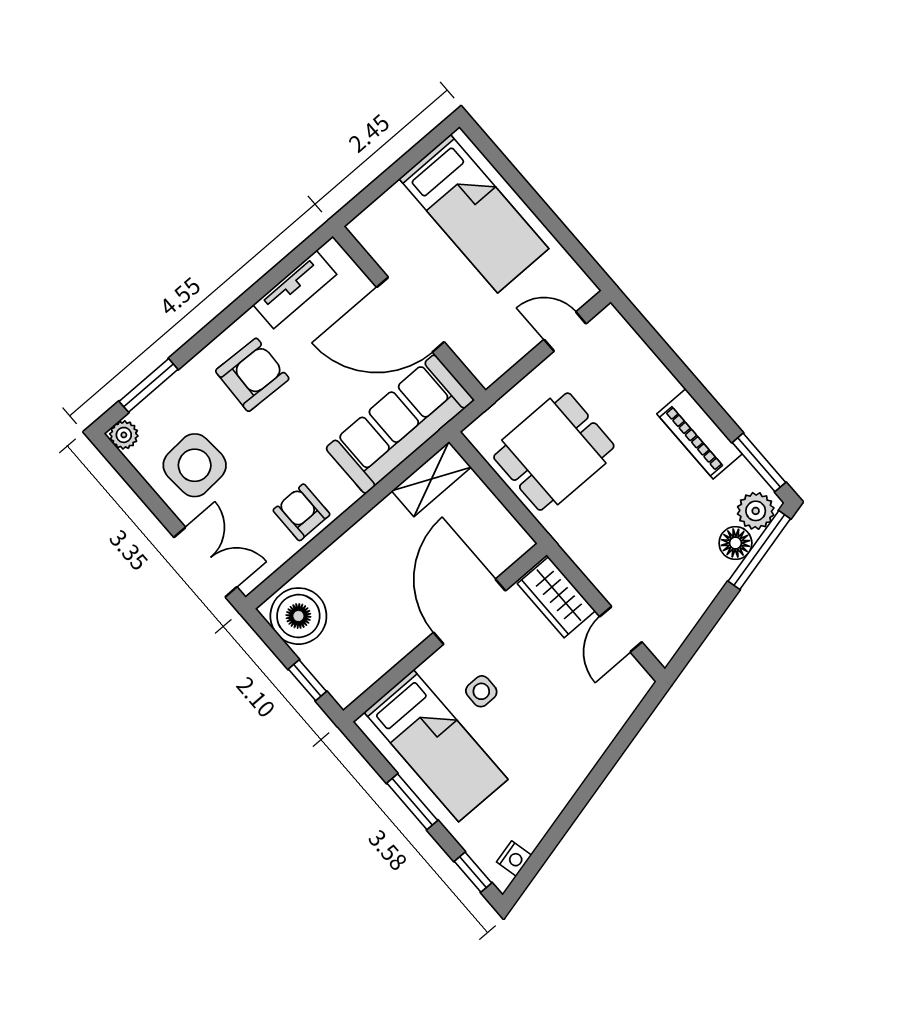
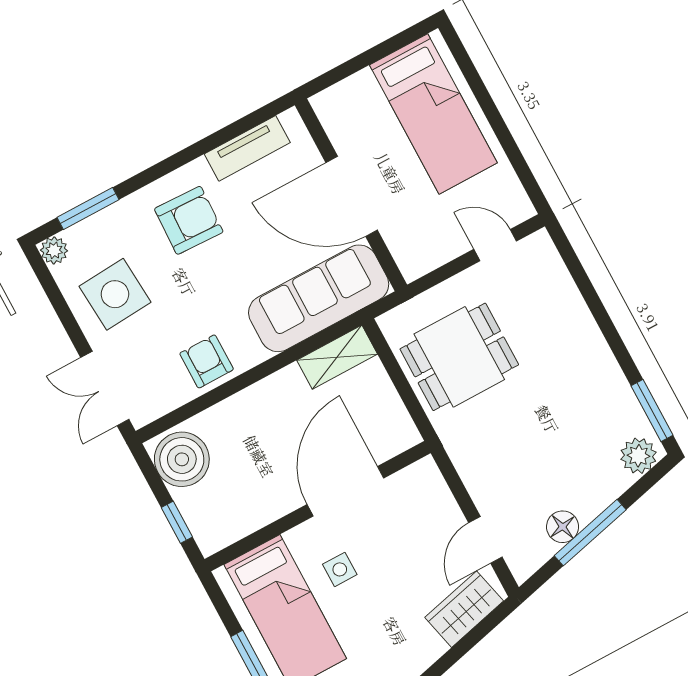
piano: (700, 434) -> (601, 371), removed
floor lamp: (735, 543) -> (563, 527), moved
window: (759, 550) -> (590, 533), moved
double door: (205, 562) -> (105, 388), swing flipped
wardrobe: (556, 597) -> (464, 609), moved, turned 76

